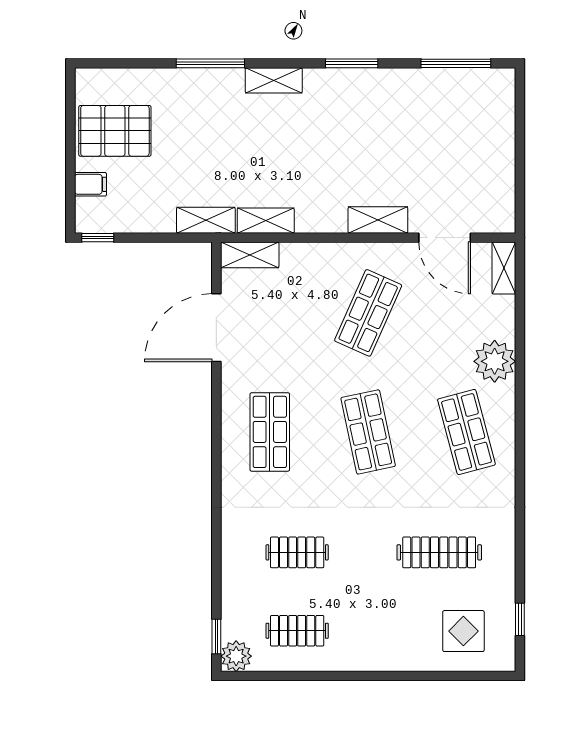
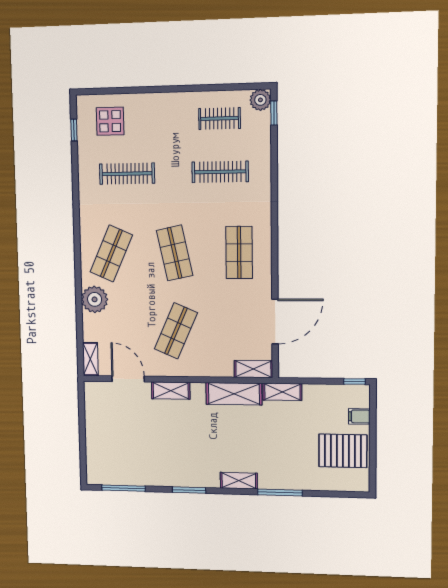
shelving: (266, 221) -> (234, 394), width x1.50, depth x1.33
shop shelf: (466, 432) -> (111, 253), turned 39
clothes rail: (297, 552) -> (220, 172), width x1.36

